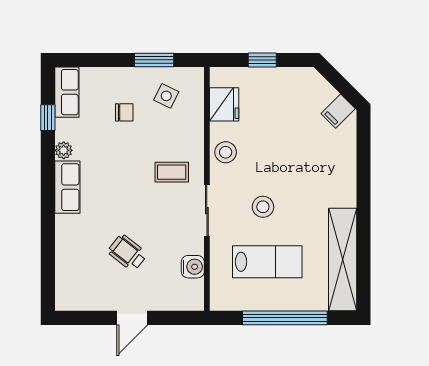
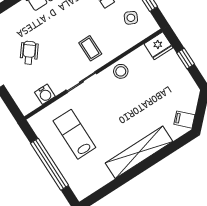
fridge: (224, 104) -> (159, 46), moved
stool: (263, 207) -> (104, 112), removed
shelving: (343, 260) -> (139, 152), moved
lab bench: (267, 262) -> (74, 134), turned 180

